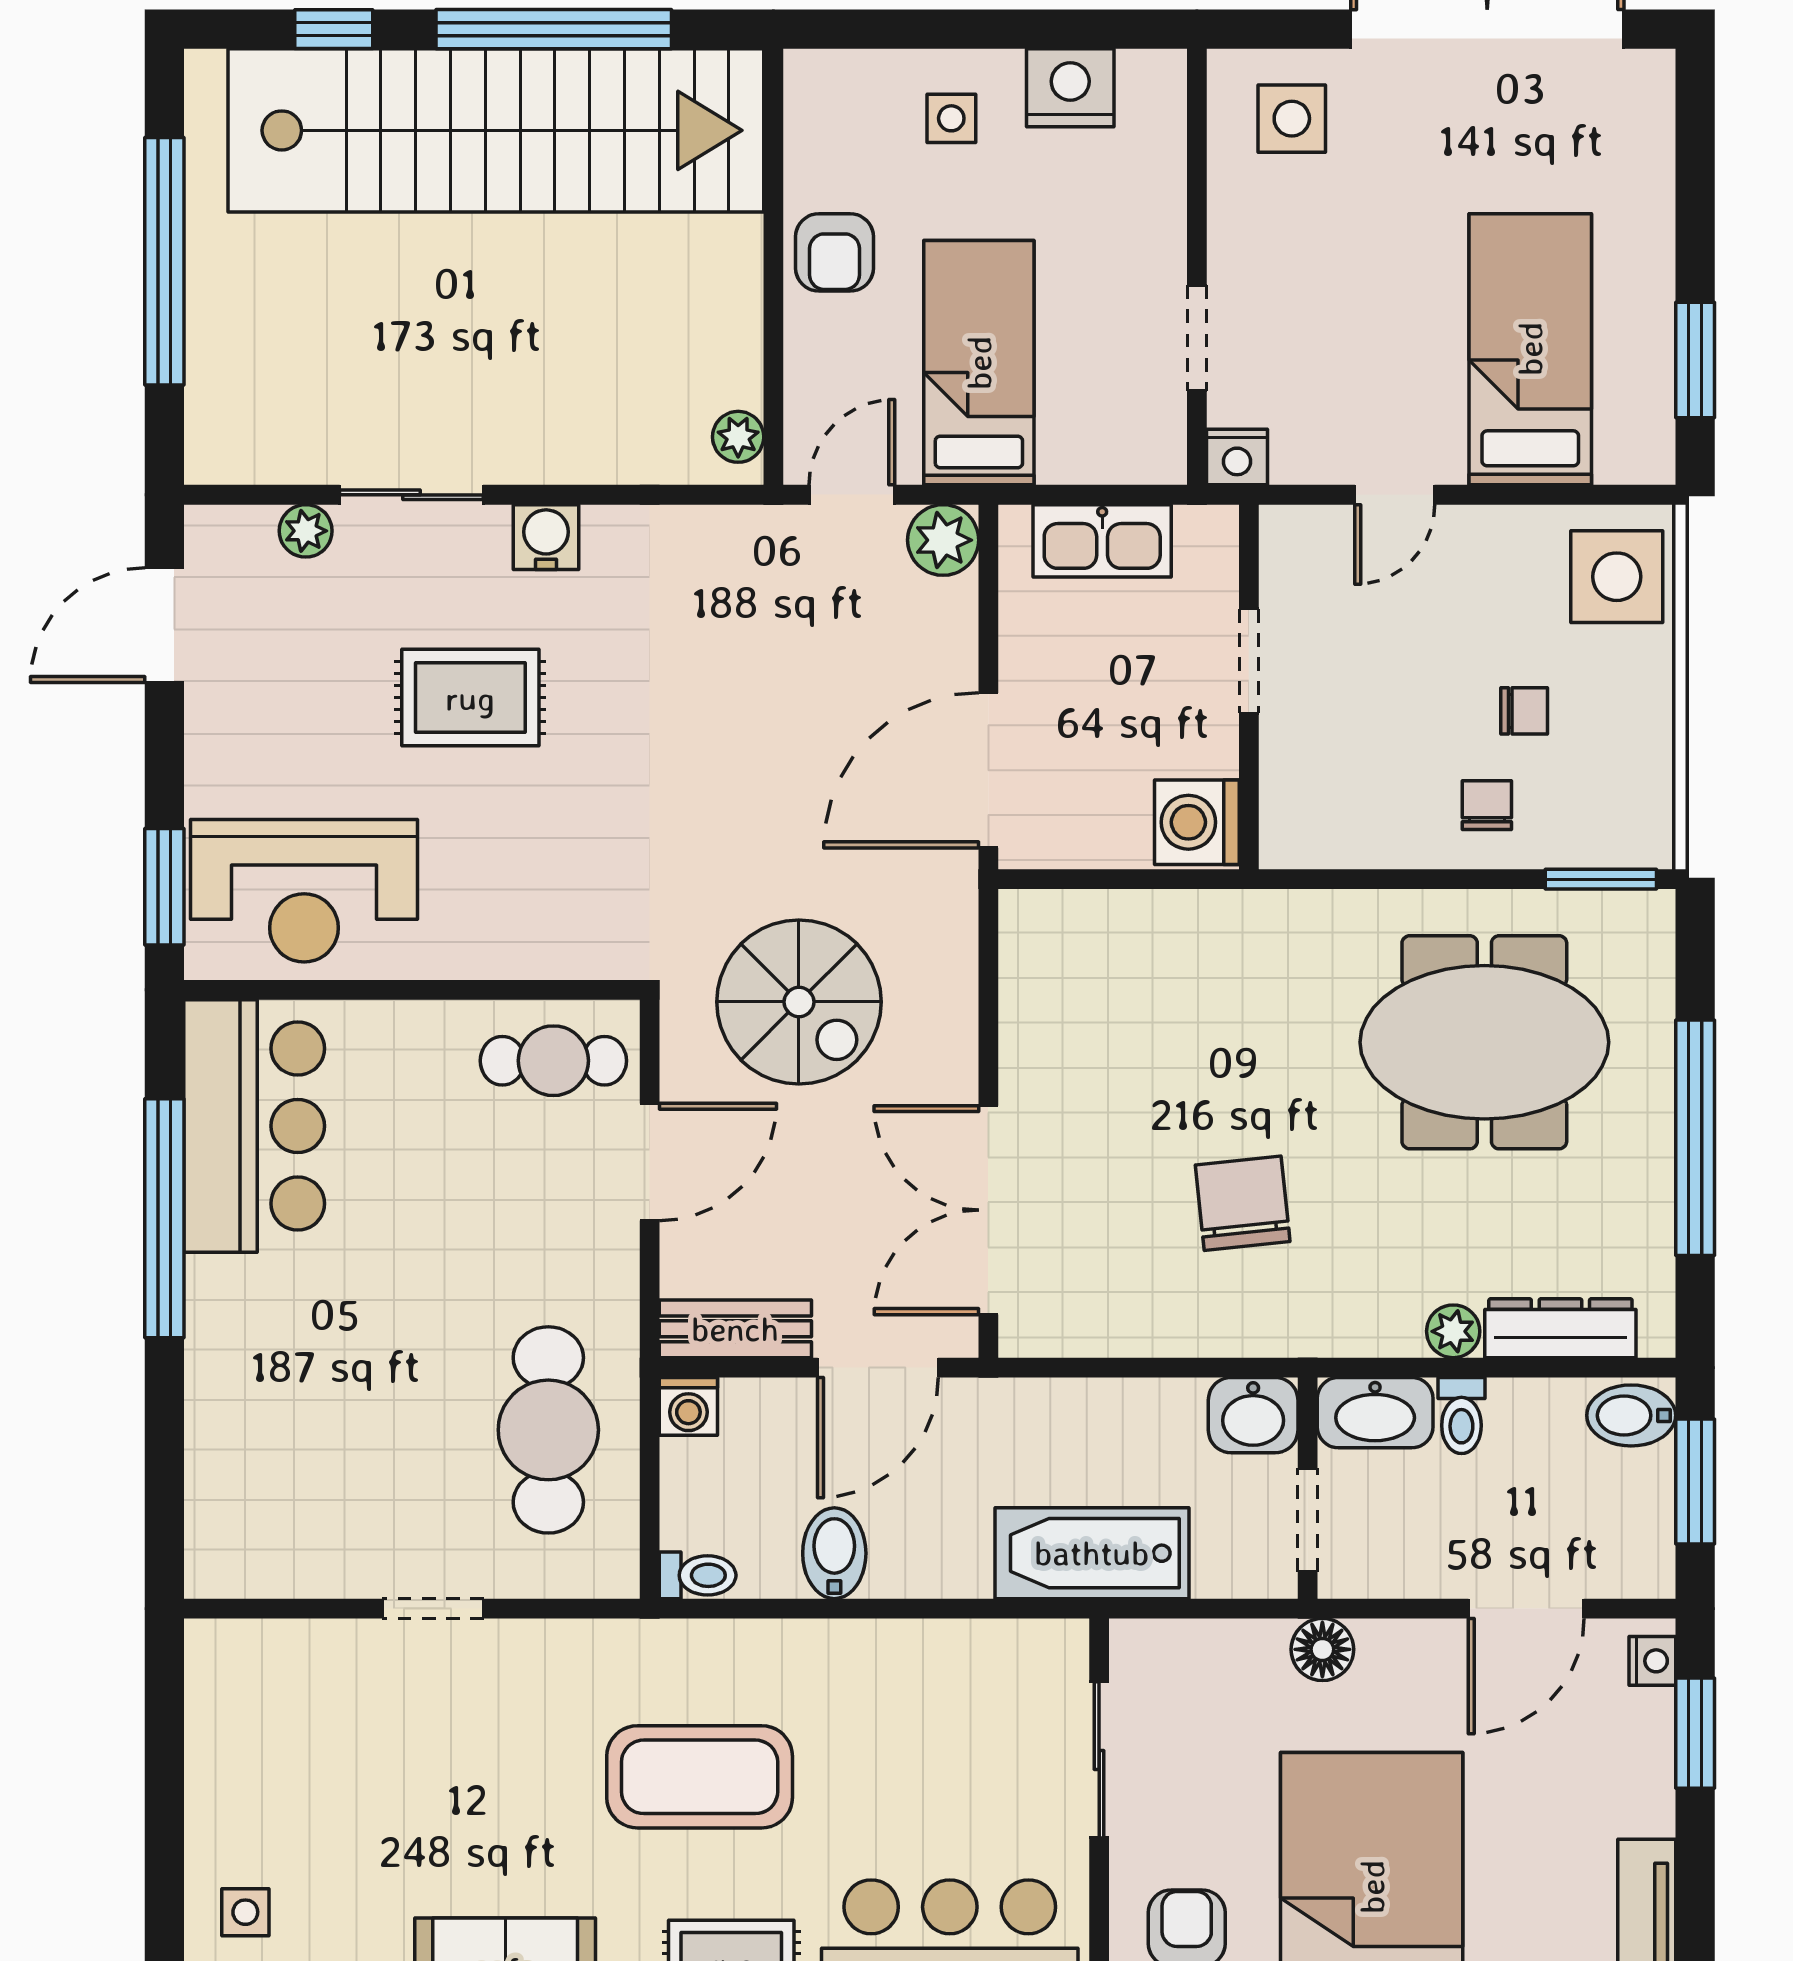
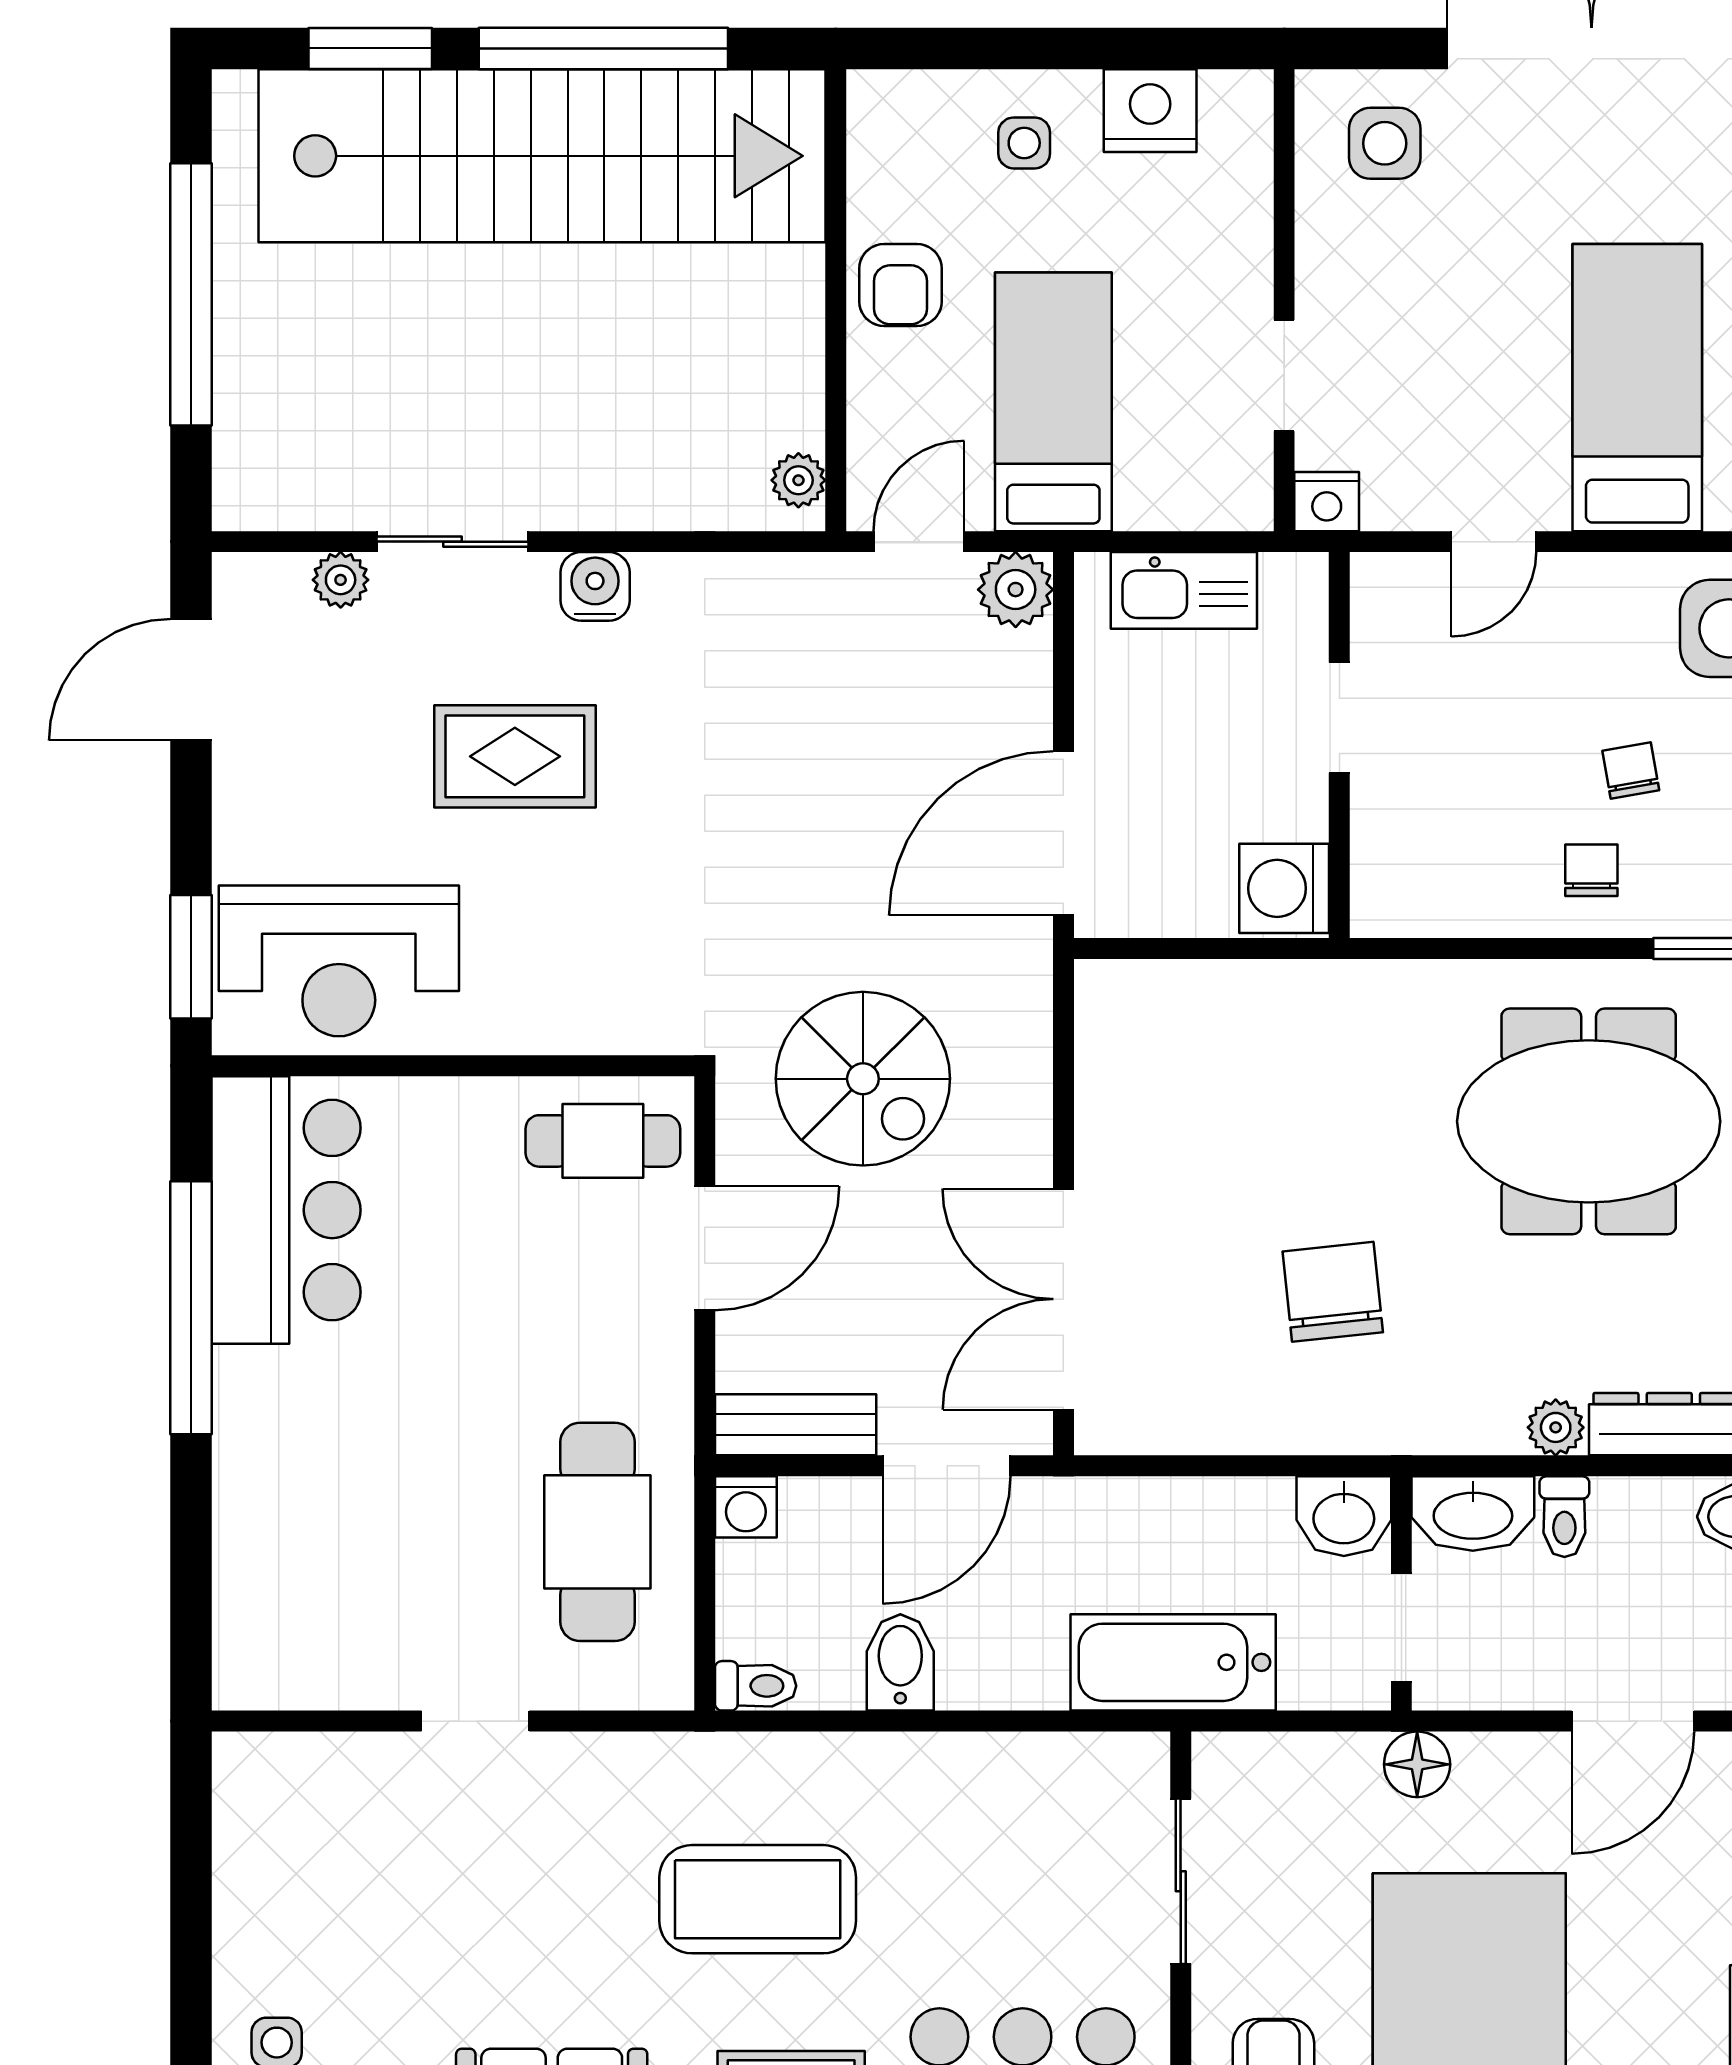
window: (334, 29) -> (370, 48), width x1.50
chair: (1524, 711) -> (1631, 771), turned -100

